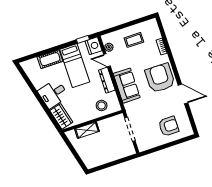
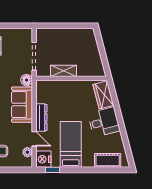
cot: (50, 59) -> (108, 160), moved
stool: (102, 106) -> (56, 92), removed
floor lamp: (130, 107) -> (27, 80), added
shelving: (87, 130) -> (64, 71), moved

